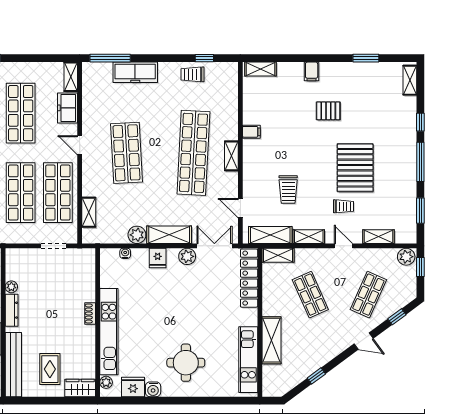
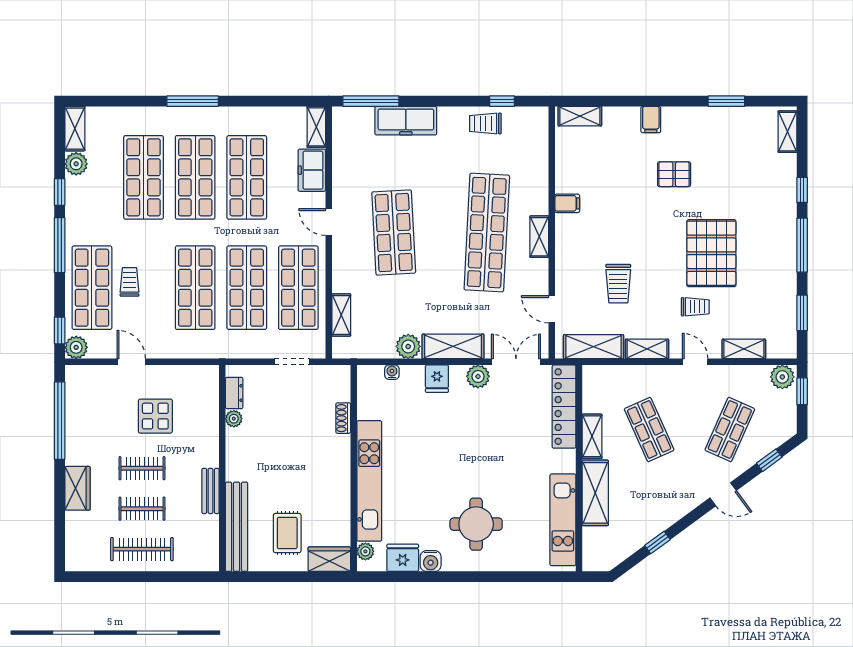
shelving: (278, 255) -> (592, 436), moved, turned 90
dresser: (12, 310) -> (234, 393), moved, width x0.70
shoe rack: (90, 313) -> (343, 418), moved

